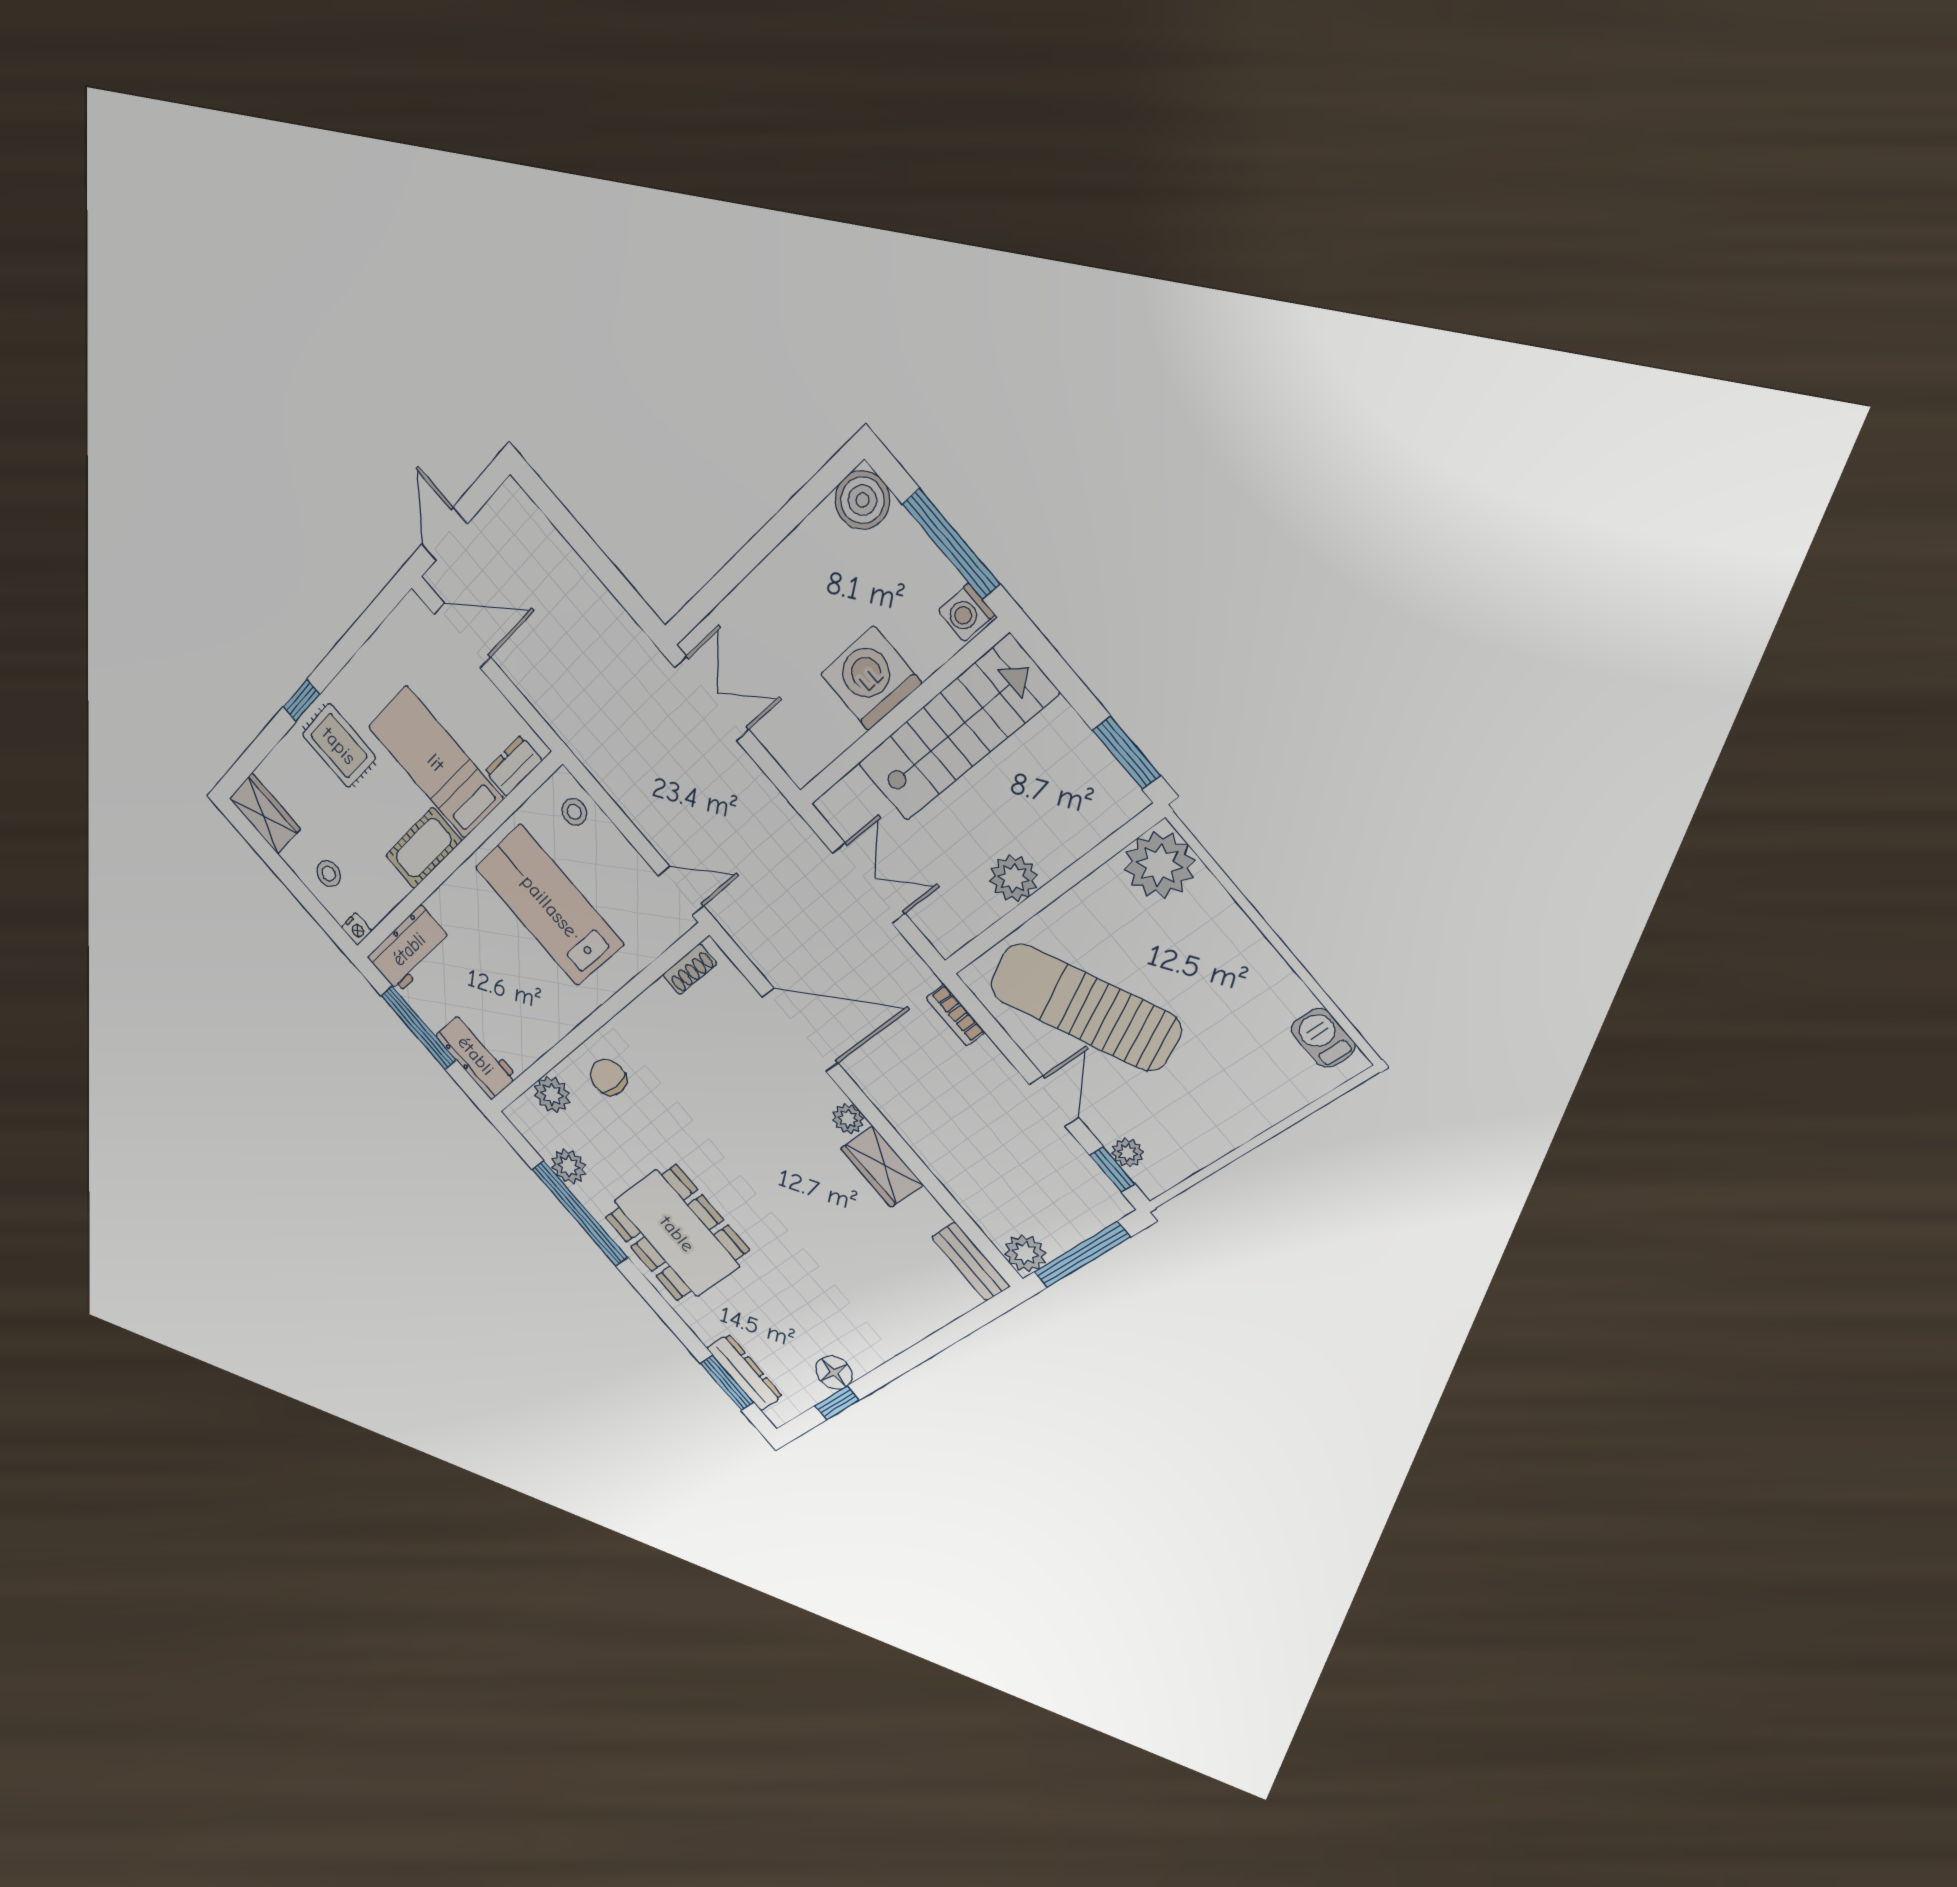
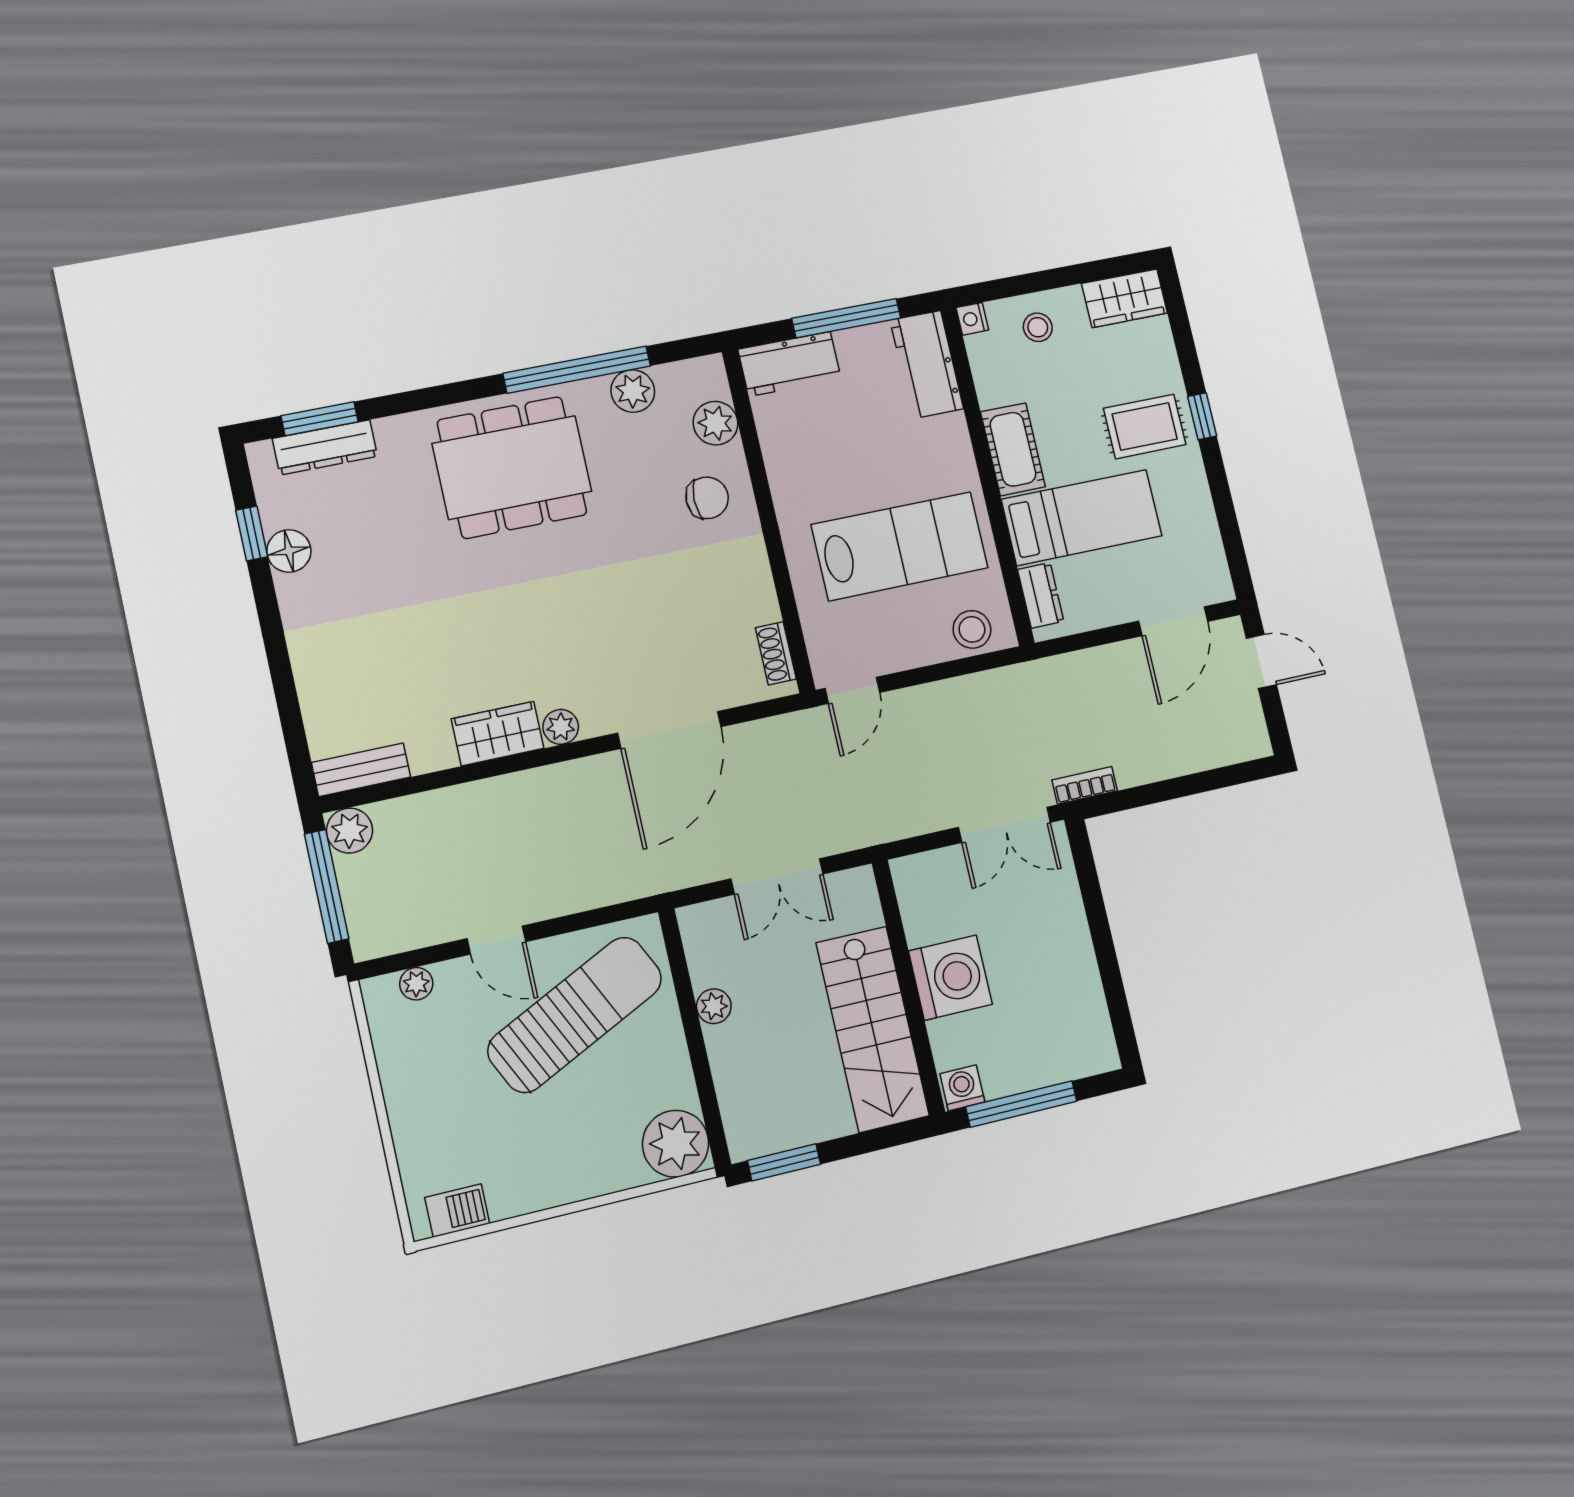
boiler: (862, 500) -> (1093, 1049), removed
stool: (574, 812) -> (972, 629), width x1.37, depth x1.37
plant: (1014, 878) -> (714, 1006), width x0.73, depth x0.73
bookcase: (955, 1015) -> (1085, 785), moved
window: (1112, 1169) -> (405, 961), removed

